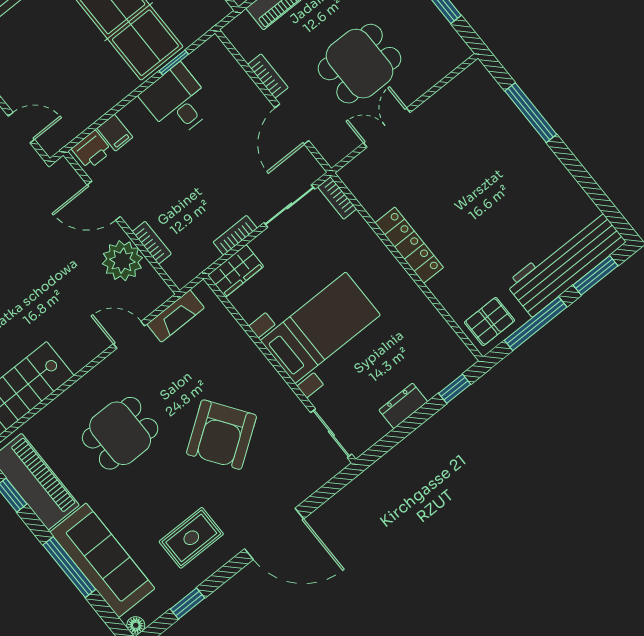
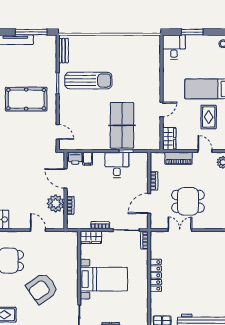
fireplace: (176, 316) -> (59, 236), removed

